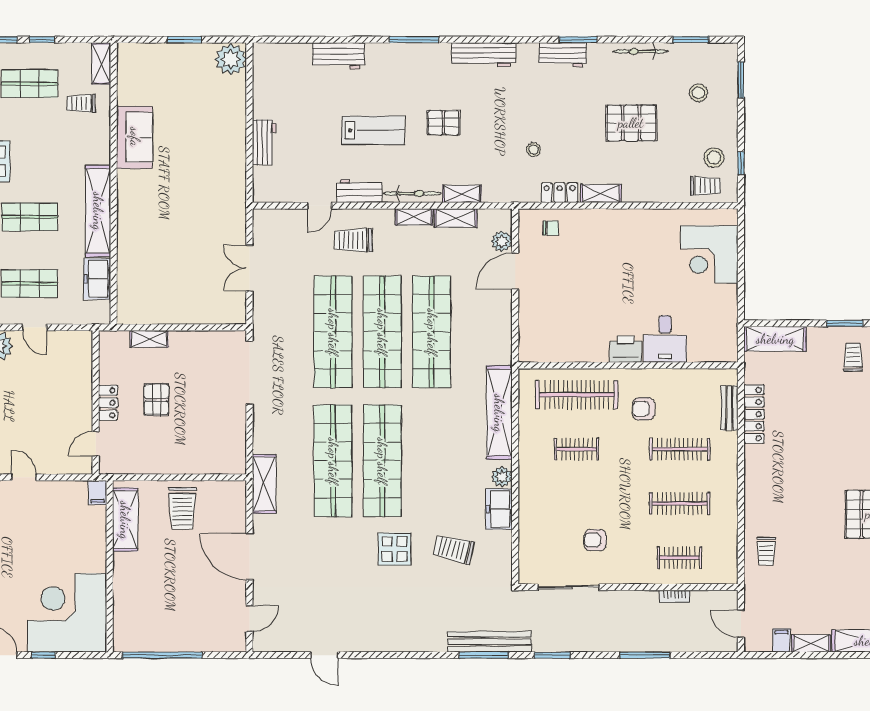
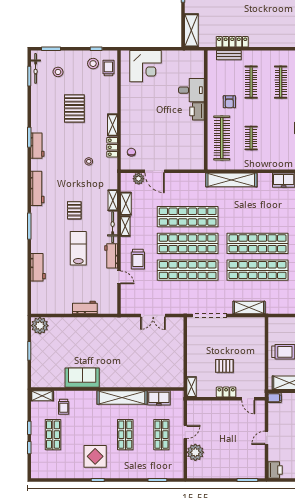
bicycle: (640, 51) -> (36, 68), moved
shelving: (149, 339) -> (191, 387), moved
plant: (502, 477) -> (266, 179), removed
shelving: (264, 484) -> (249, 307), moved

